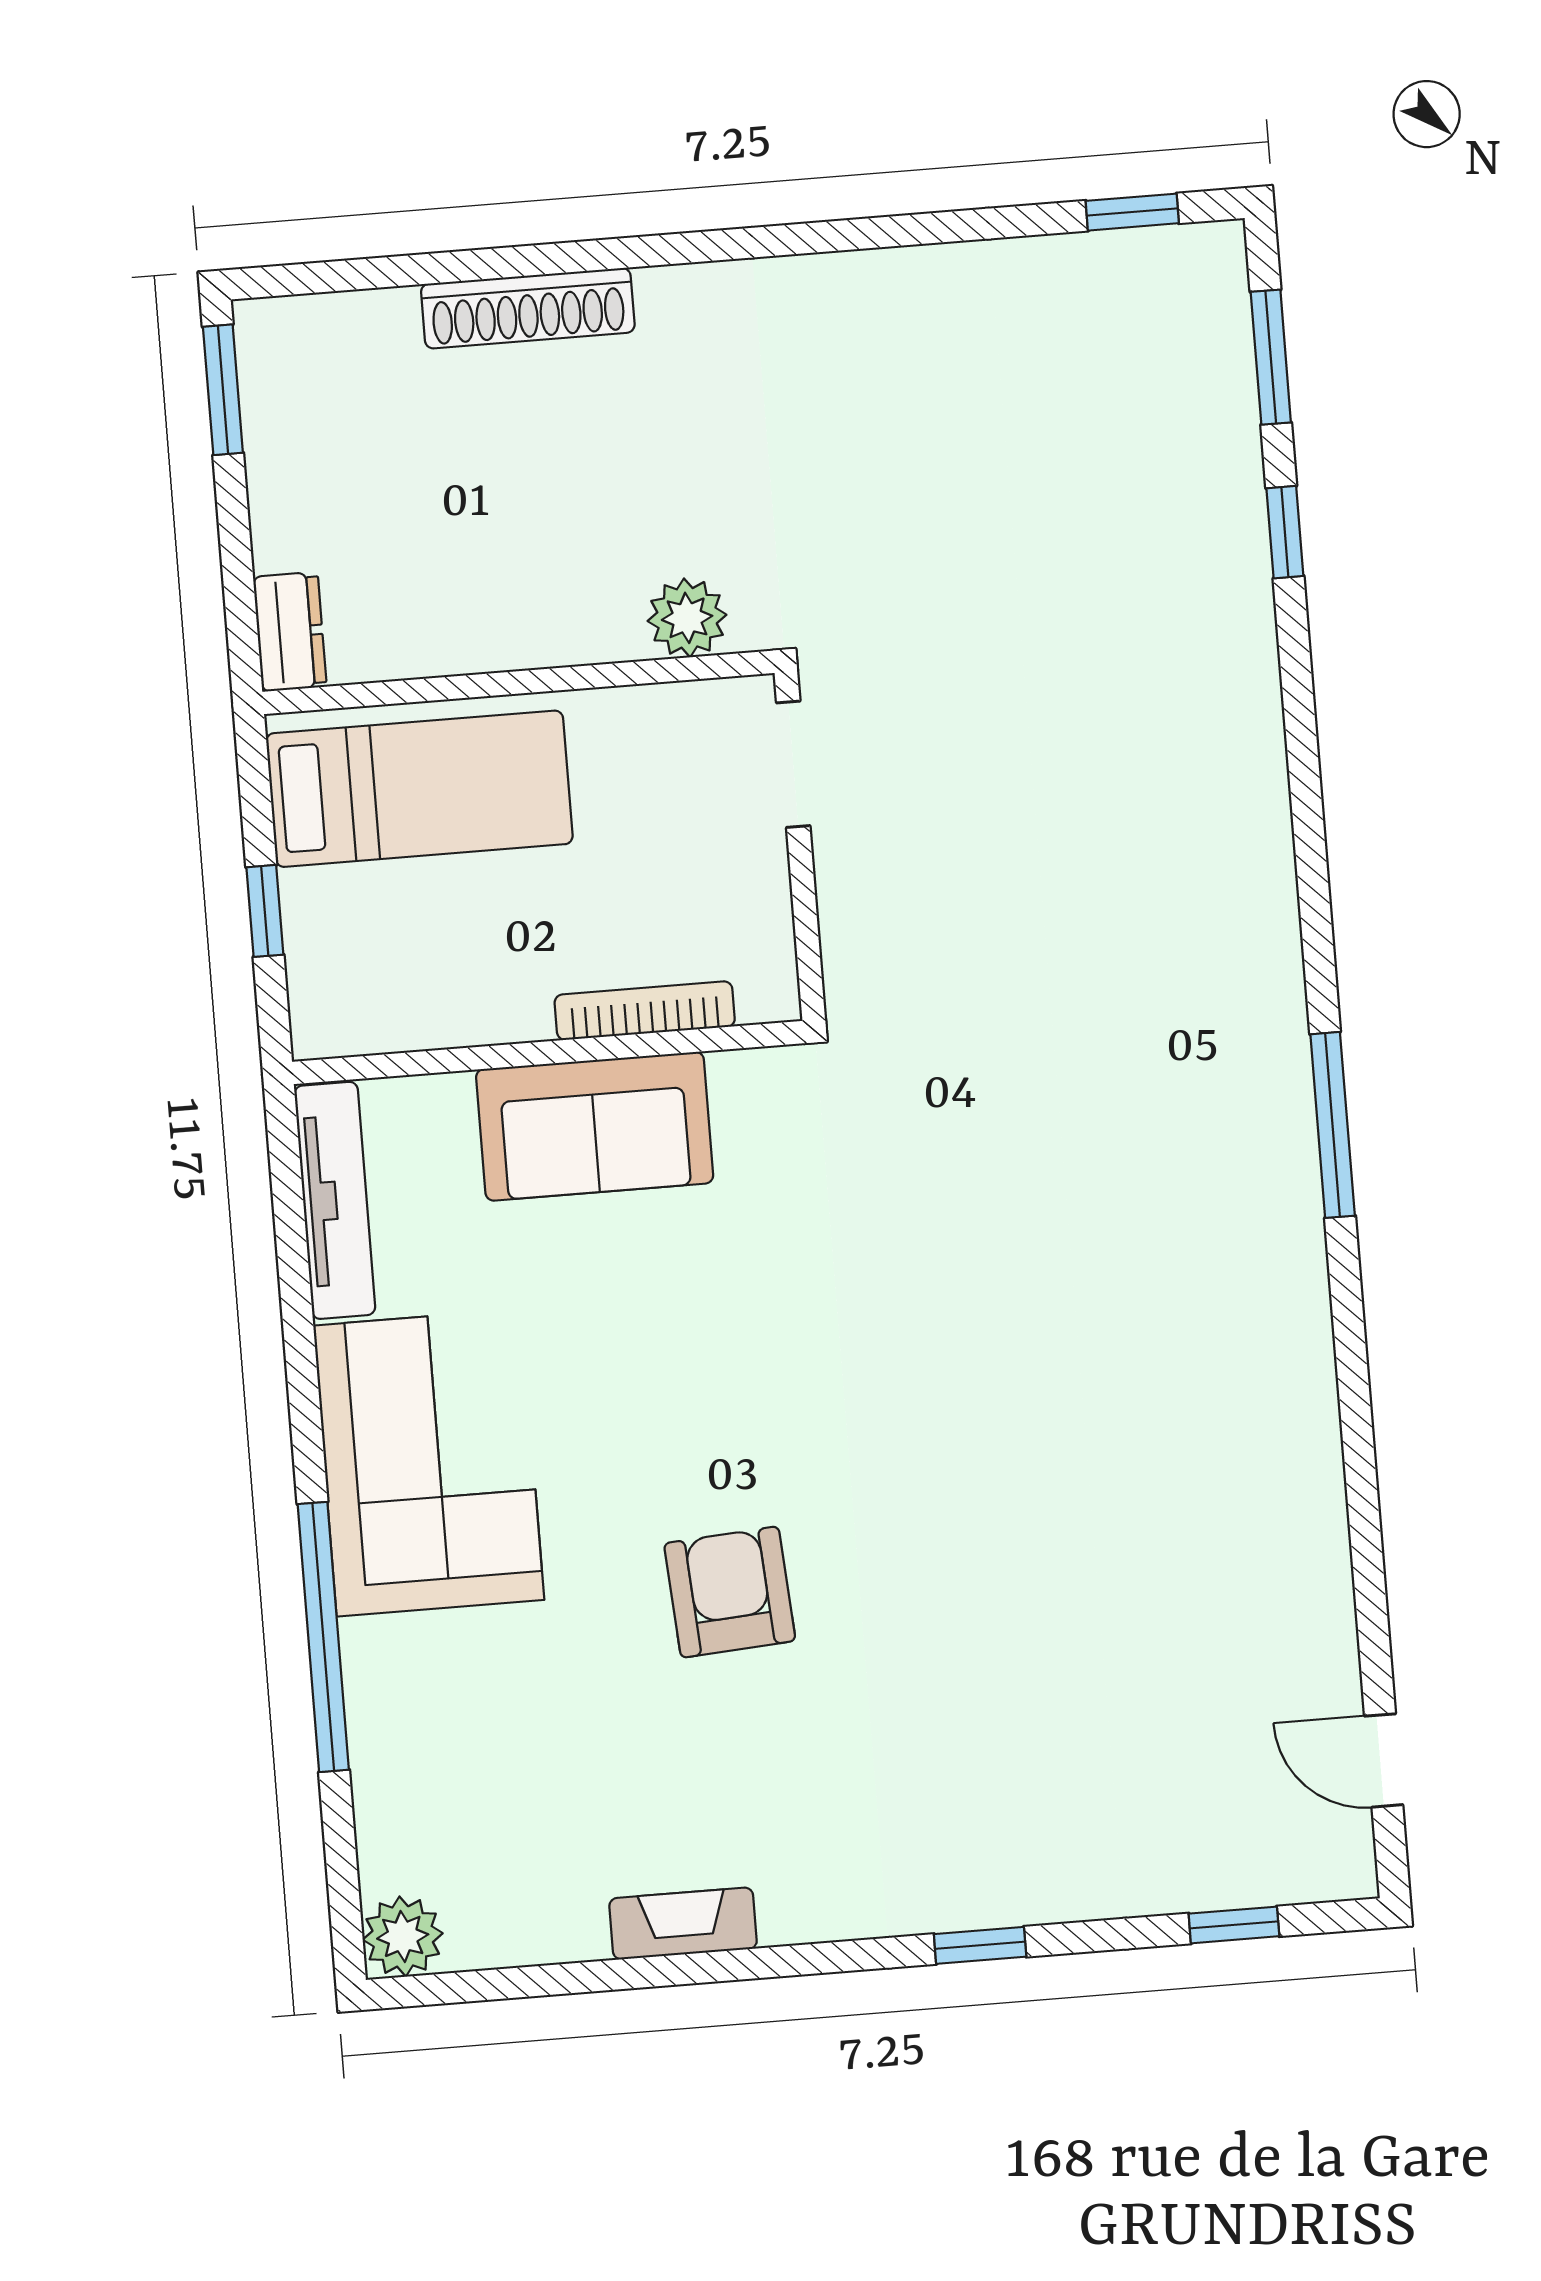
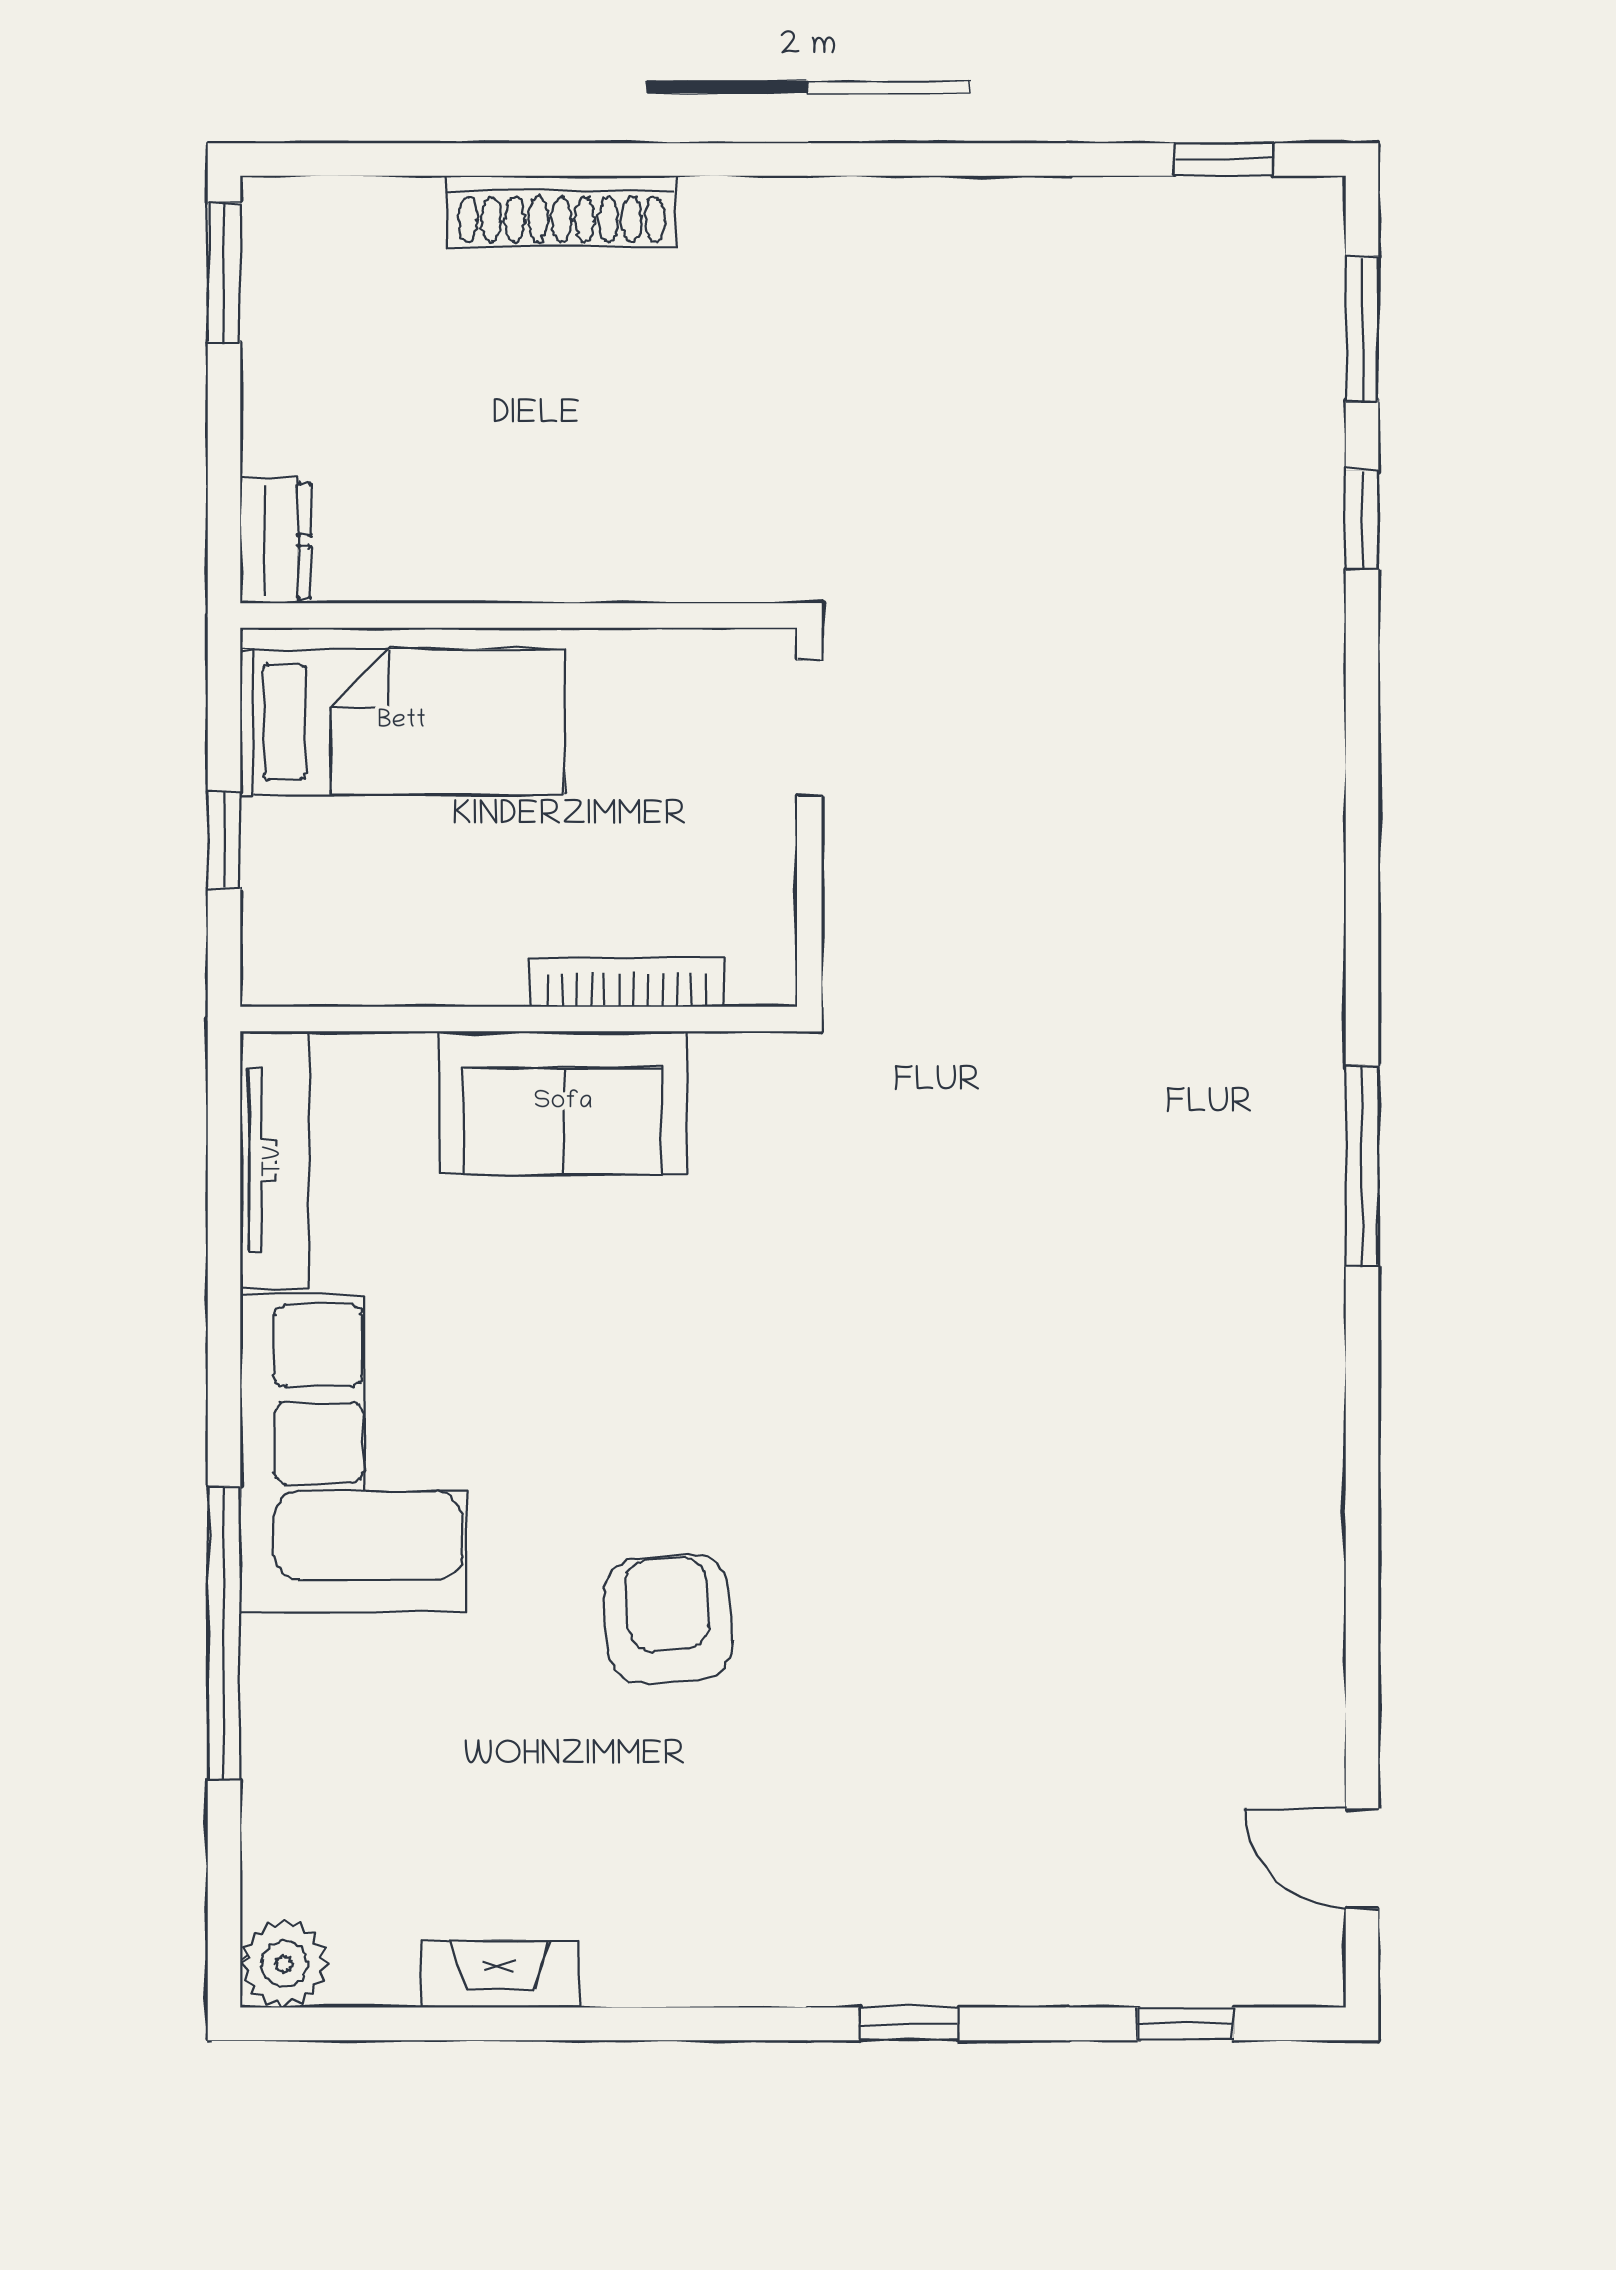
plant: (687, 618) -> (707, 560), removed
fireplace: (683, 1923) -> (500, 1974), moved

